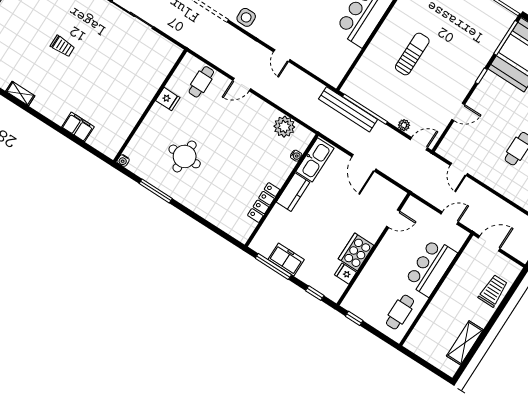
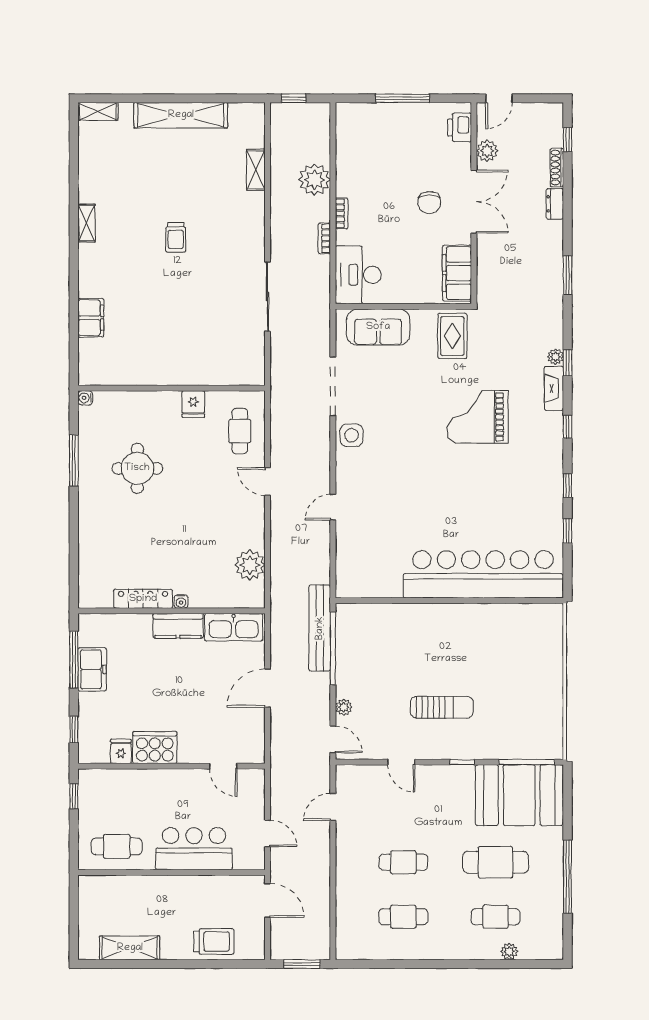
sun lounger: (412, 54) -> (442, 707), moved
cafe table: (201, 82) -> (240, 431), turned 90
water cooler: (296, 156) -> (181, 601), moved

